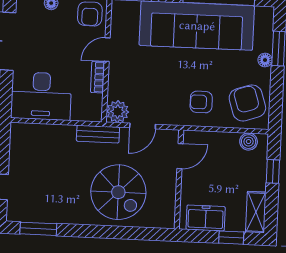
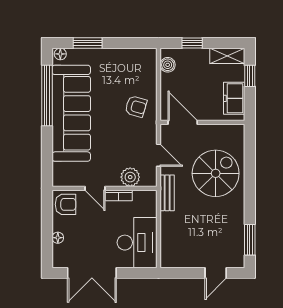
floor lamp: (265, 60) -> (60, 54), moved
armchair: (201, 102) -> (136, 107), turned -74
armchair: (247, 103) -> (135, 67), removed
plant: (118, 112) -> (130, 177), moved
door: (180, 156) -> (183, 122), width x1.37

